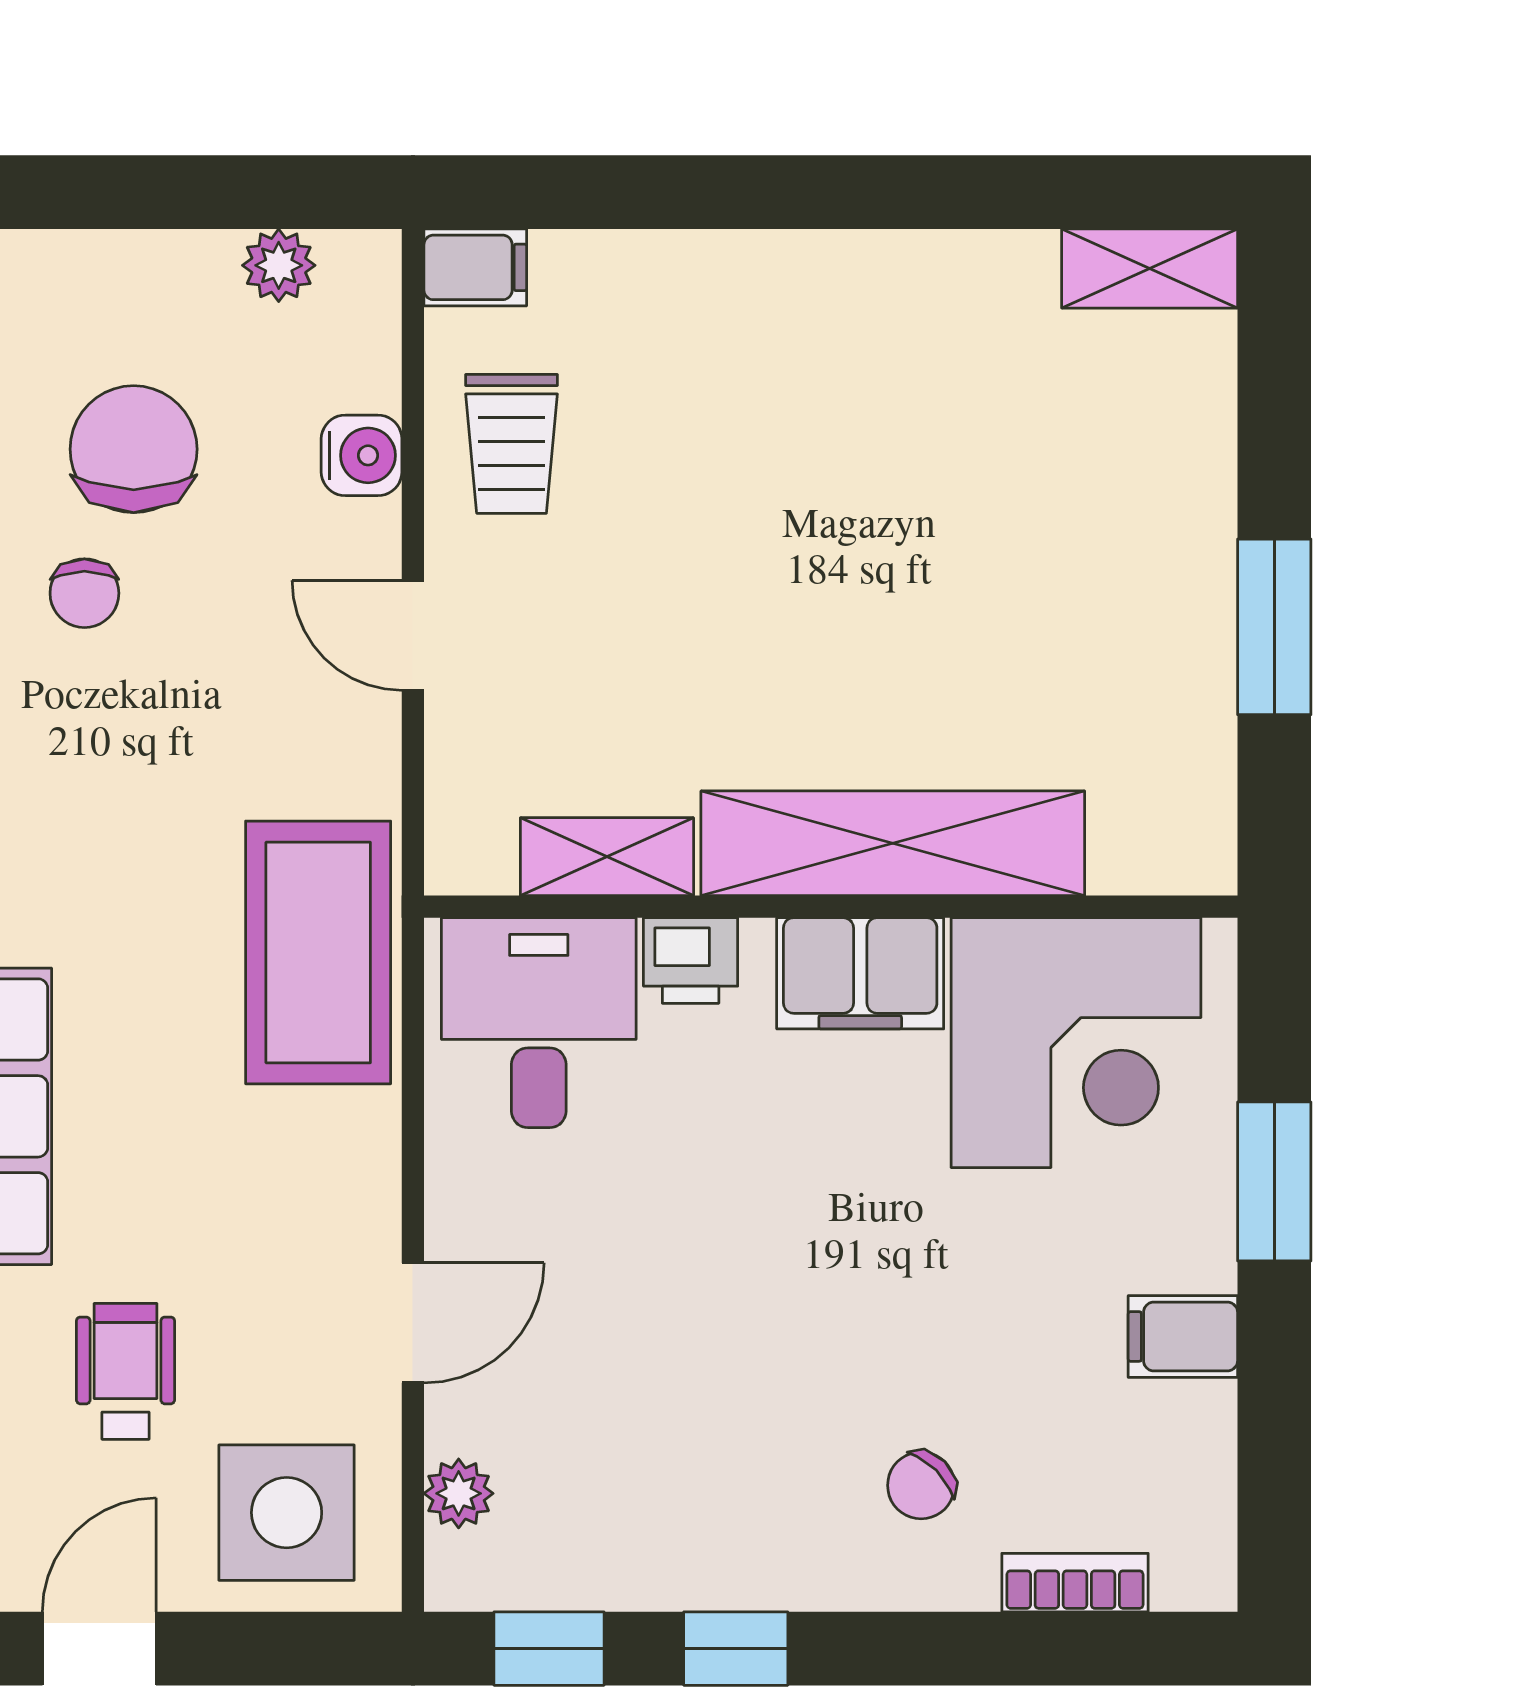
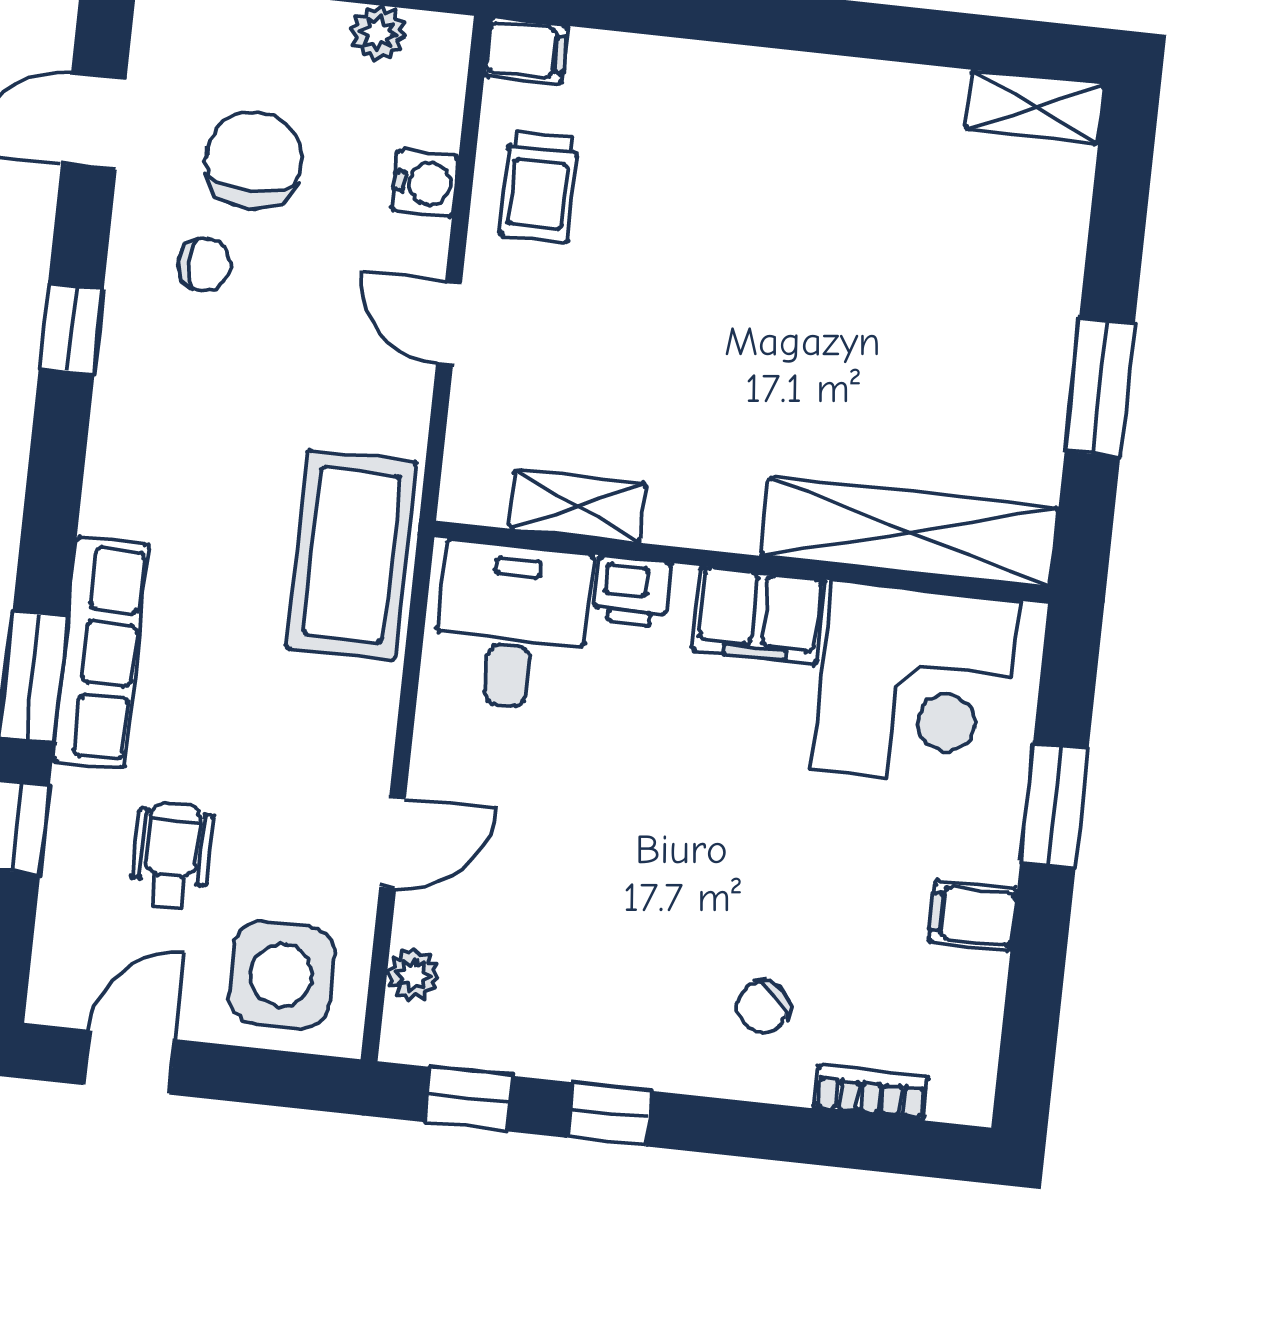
chair: (84, 593) -> (205, 265), turned -90
shelving: (893, 843) -> (909, 532), moved

